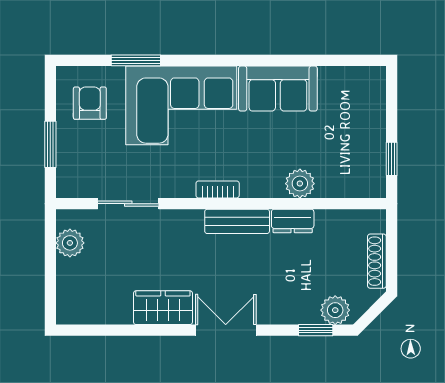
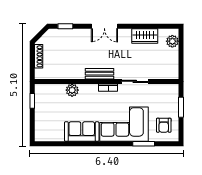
sliding door: (128, 204) -> (135, 81), moved
dresser: (293, 221) -> (75, 74), removed
plant: (70, 243) -> (172, 41), moved
wardrobe: (163, 308) -> (145, 36), moved
plant: (335, 310) -> (57, 35), removed

